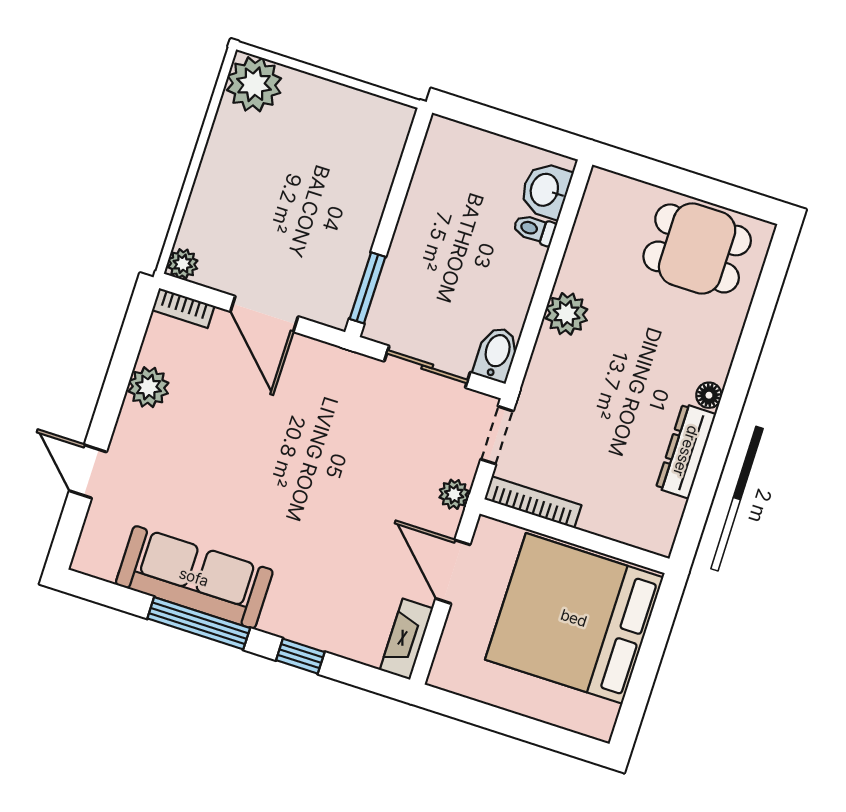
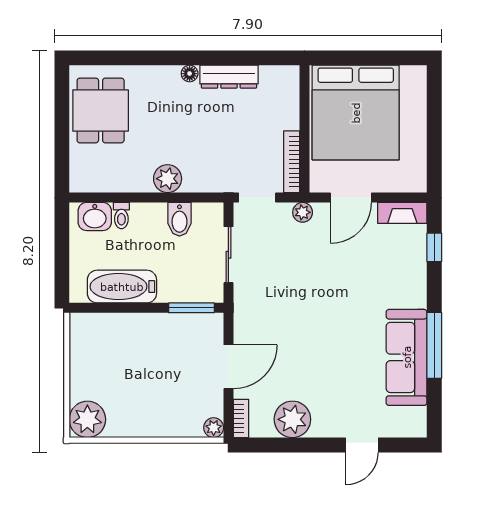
bathtub: (431, 197) -> (122, 287), added
bidet: (497, 354) -> (179, 219), moved, turned -90
plant: (148, 387) -> (292, 419), width x1.36, depth x1.36
window: (300, 656) -> (434, 247), moved

